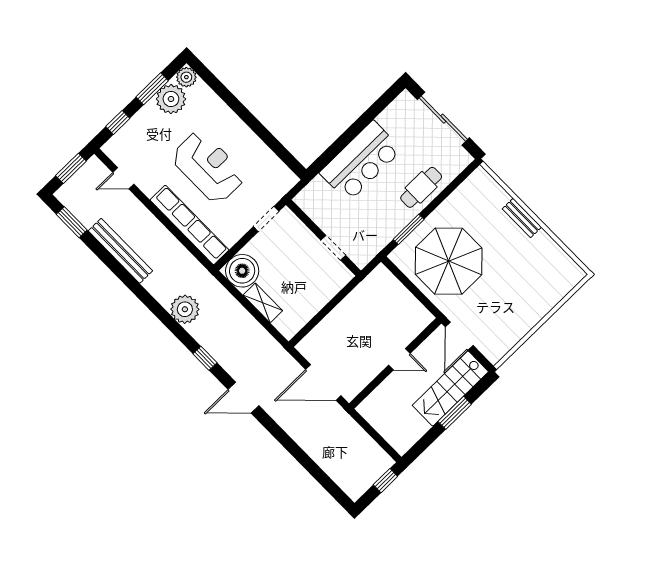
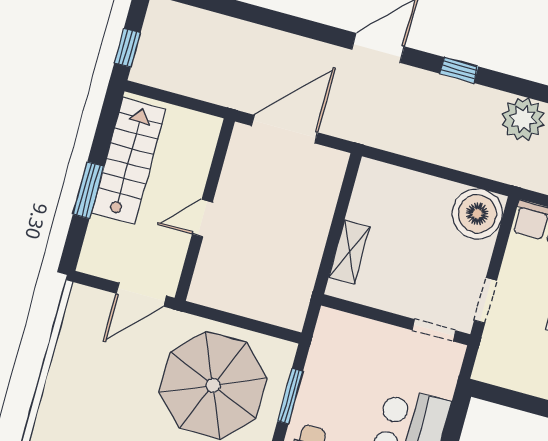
doorway: (333, 248) -> (434, 330), moved
shelving: (263, 303) -> (349, 252), moved, turned 90
door: (459, 336) -> (141, 295), swing flipped
stairs: (450, 388) -> (129, 161), moved

